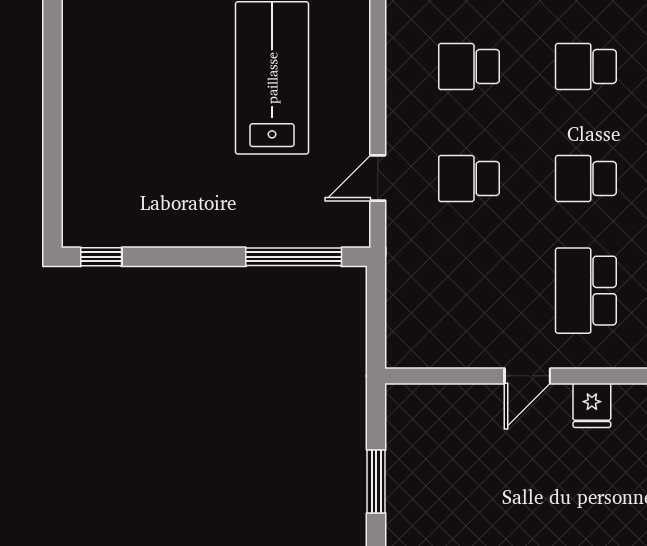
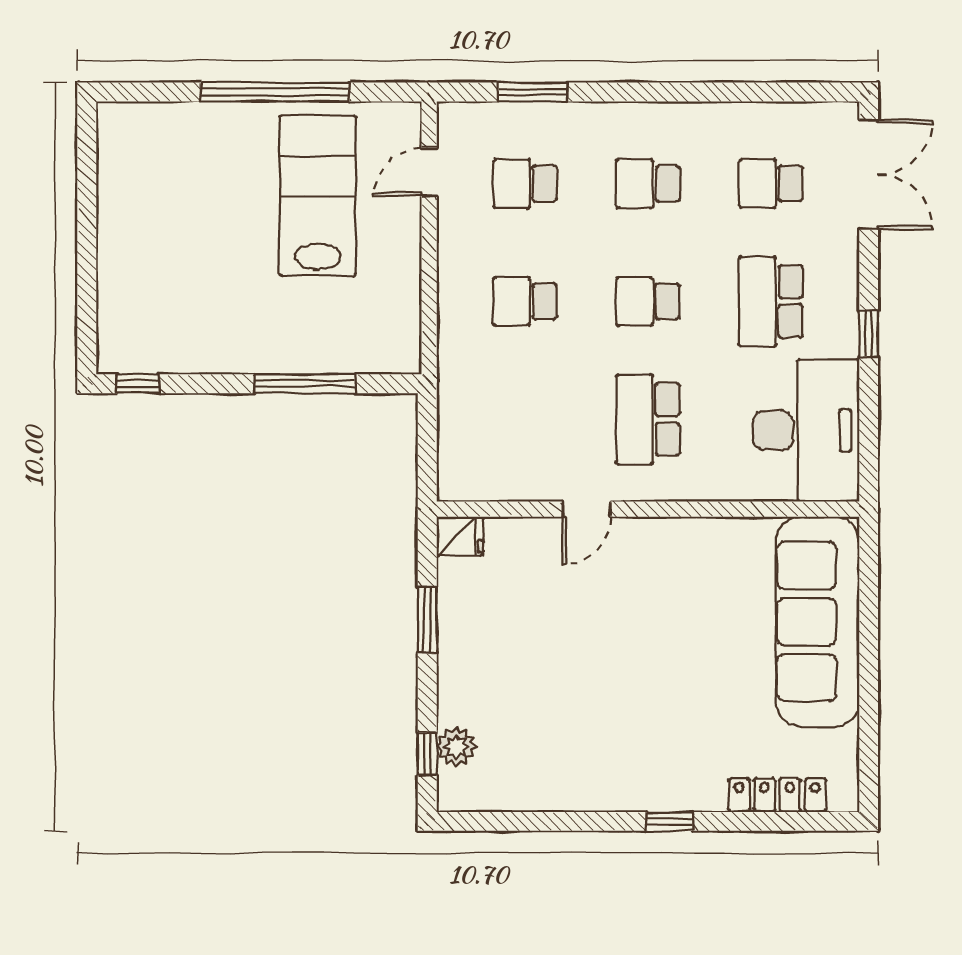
door: (378, 178) -> (429, 172), moved
window: (294, 257) -> (305, 384), moved
fridge: (592, 405) -> (460, 536), moved, turned -90

